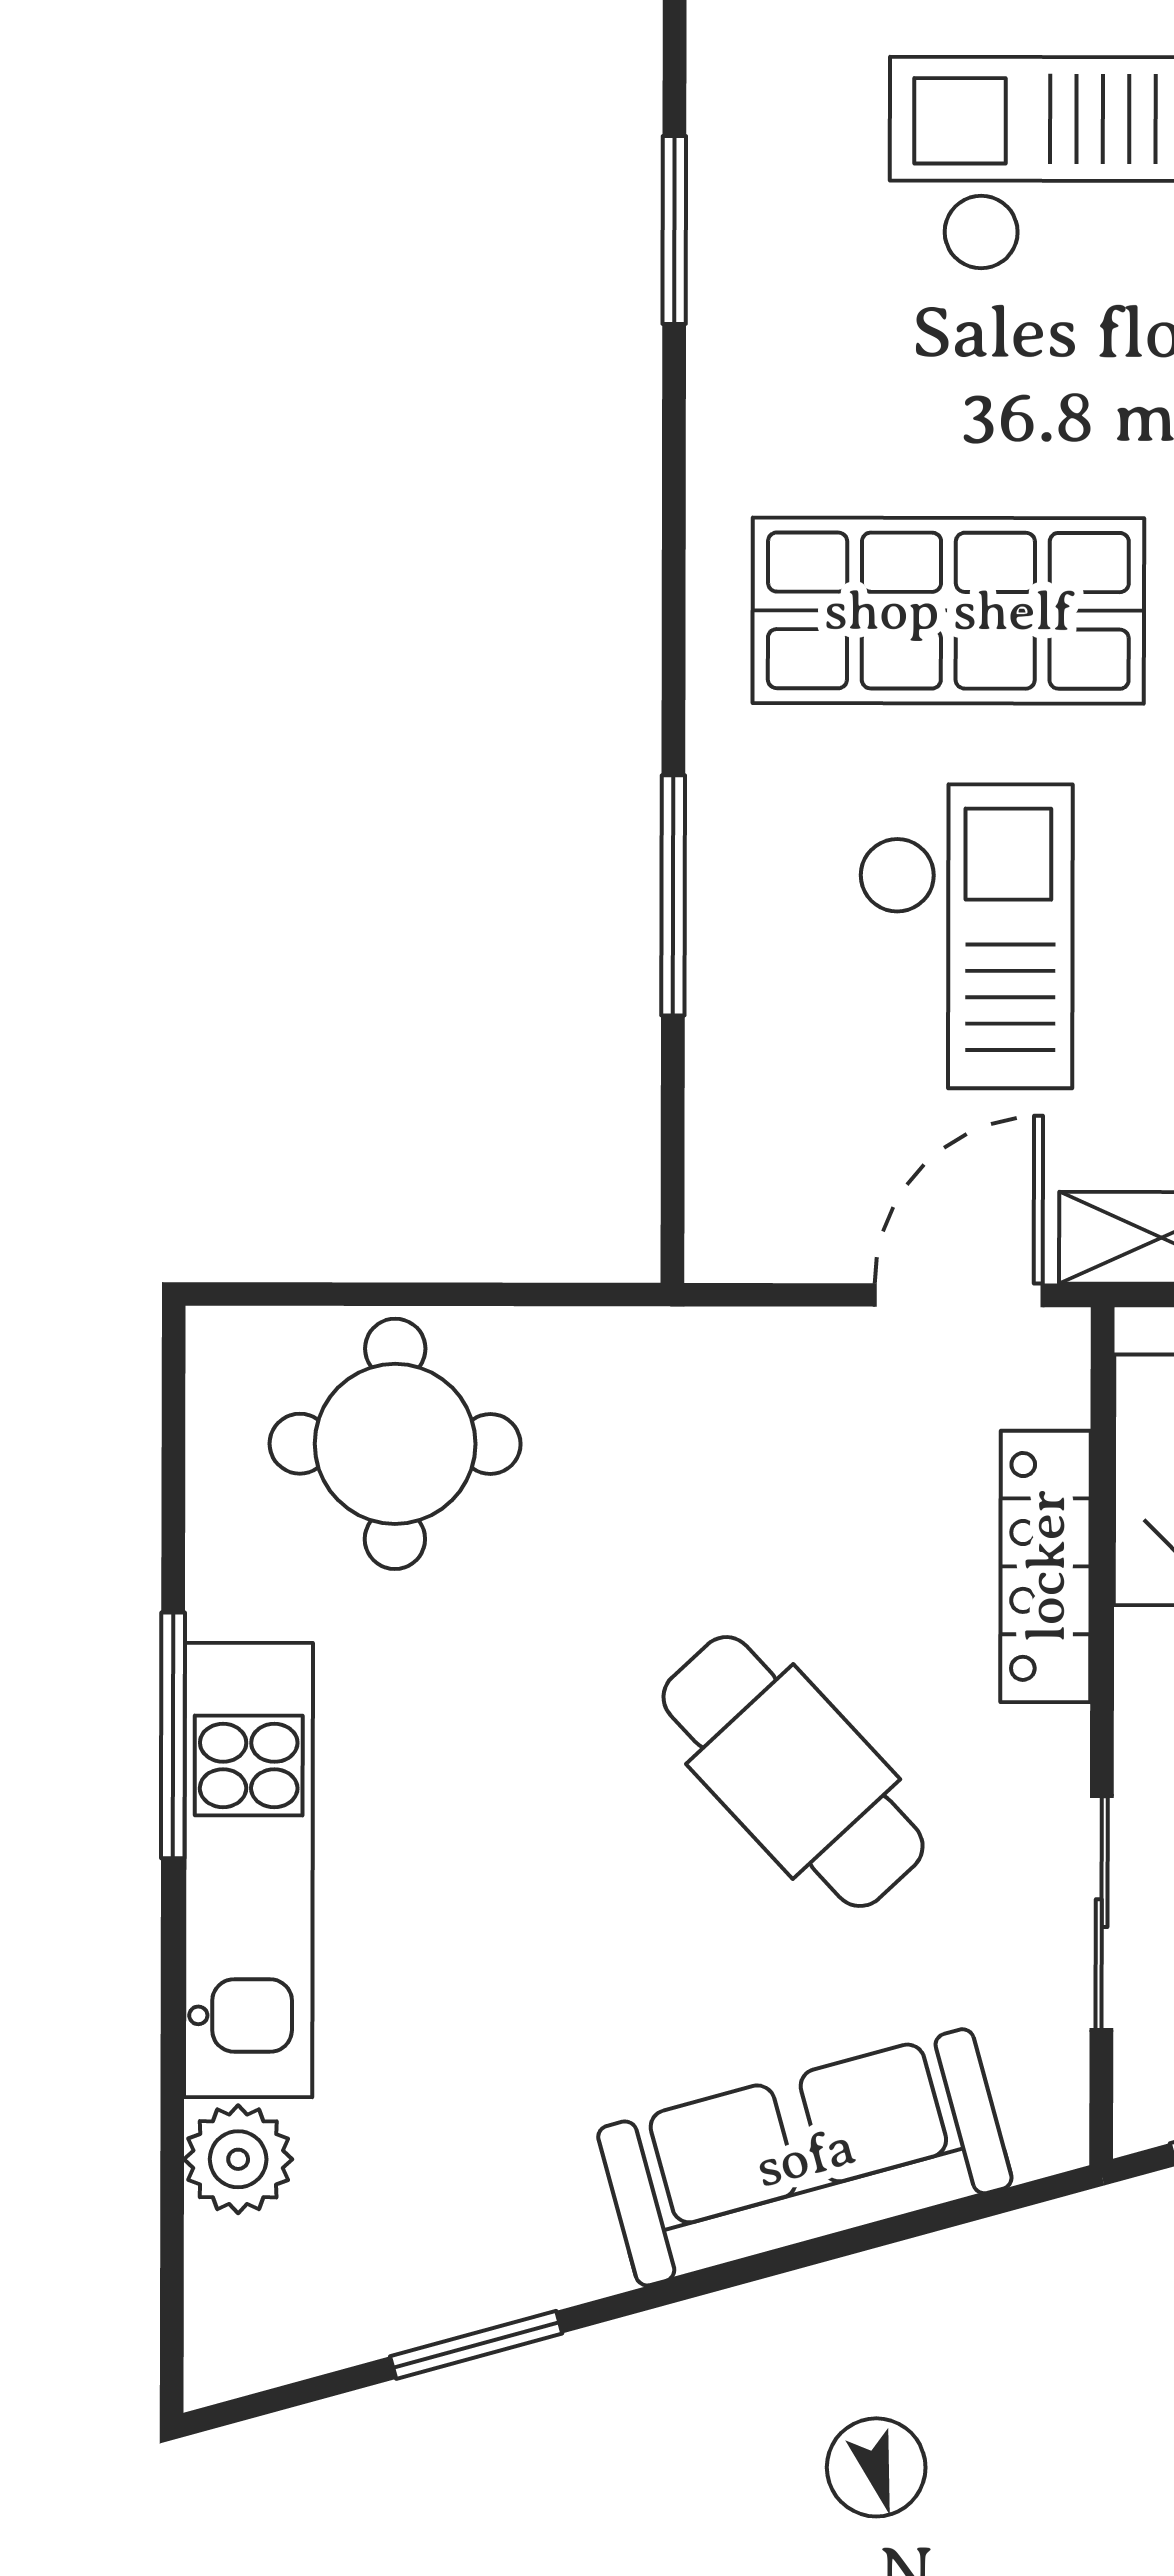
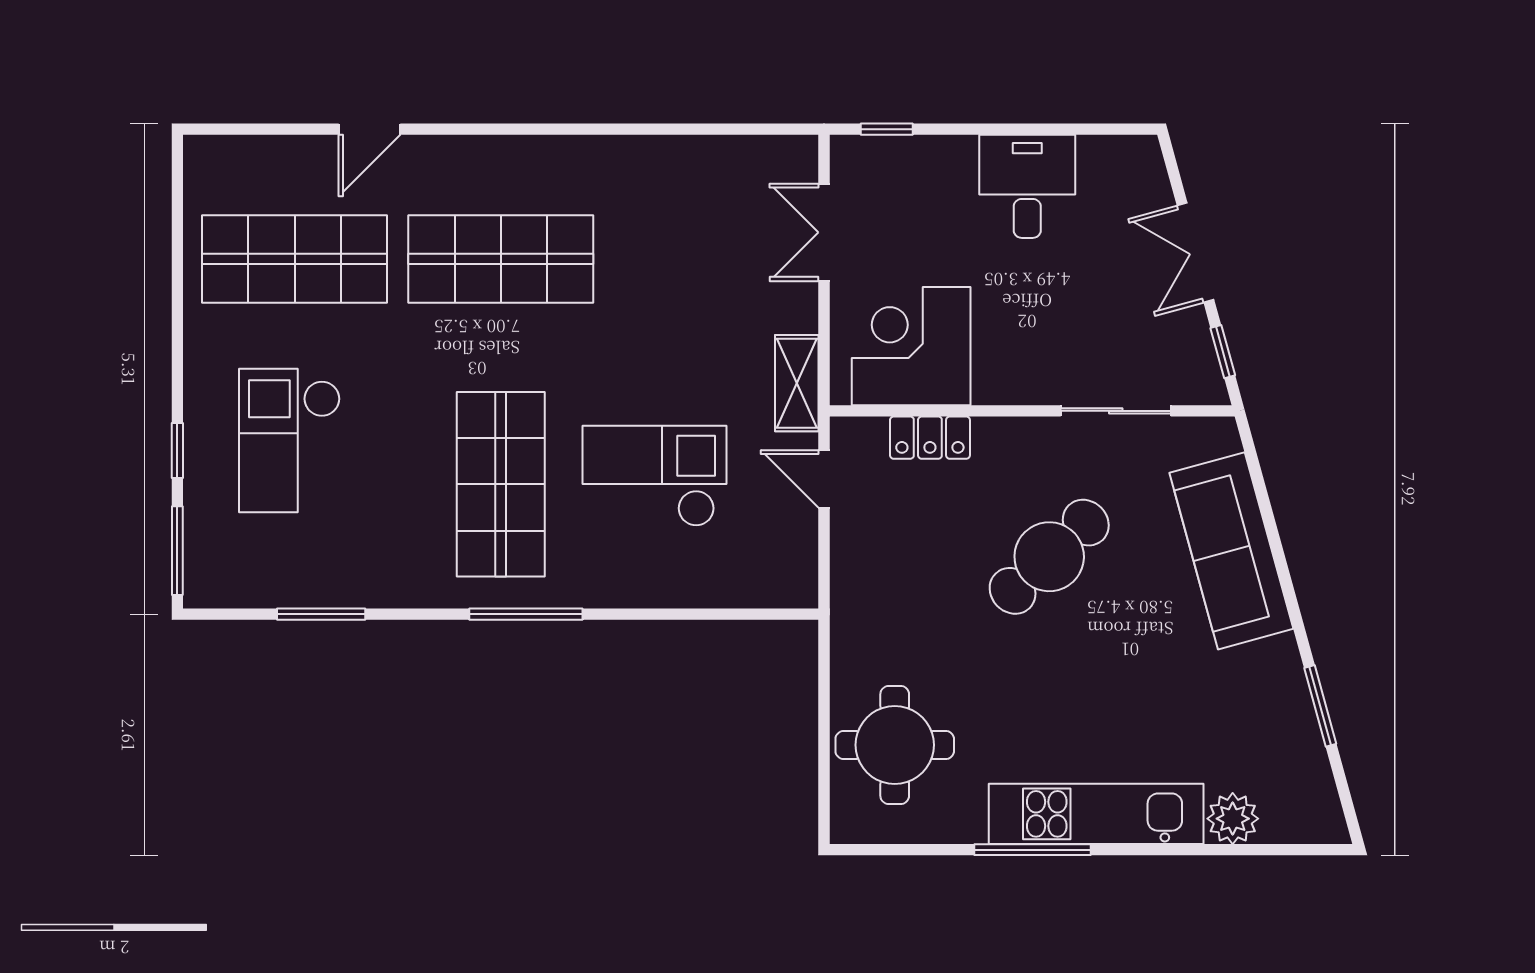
window: (673, 895) -> (526, 614), moved
door: (959, 1295) -> (824, 479), width x0.73
locker: (1046, 1566) -> (930, 438), width x0.66

